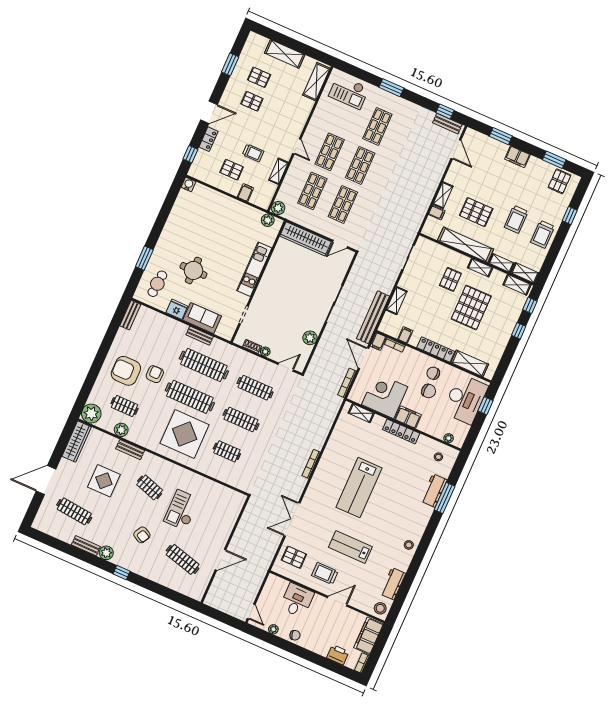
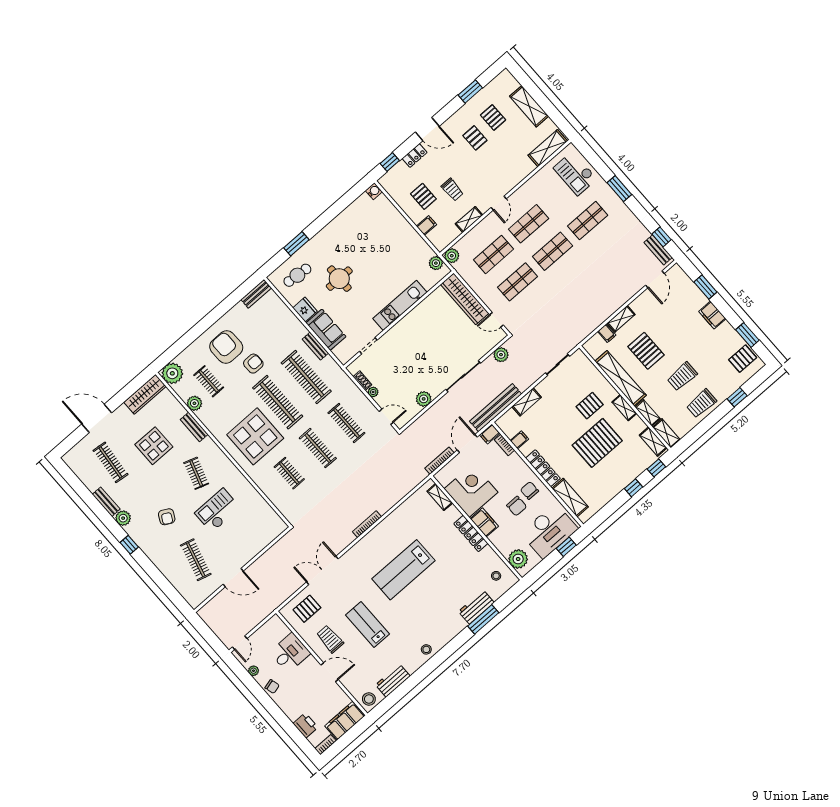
plant: (357, 271) -> (501, 355), added
plant: (449, 438) -> (518, 559), width x1.88, depth x1.88
pallet: (294, 557) -> (307, 609), turned 90

